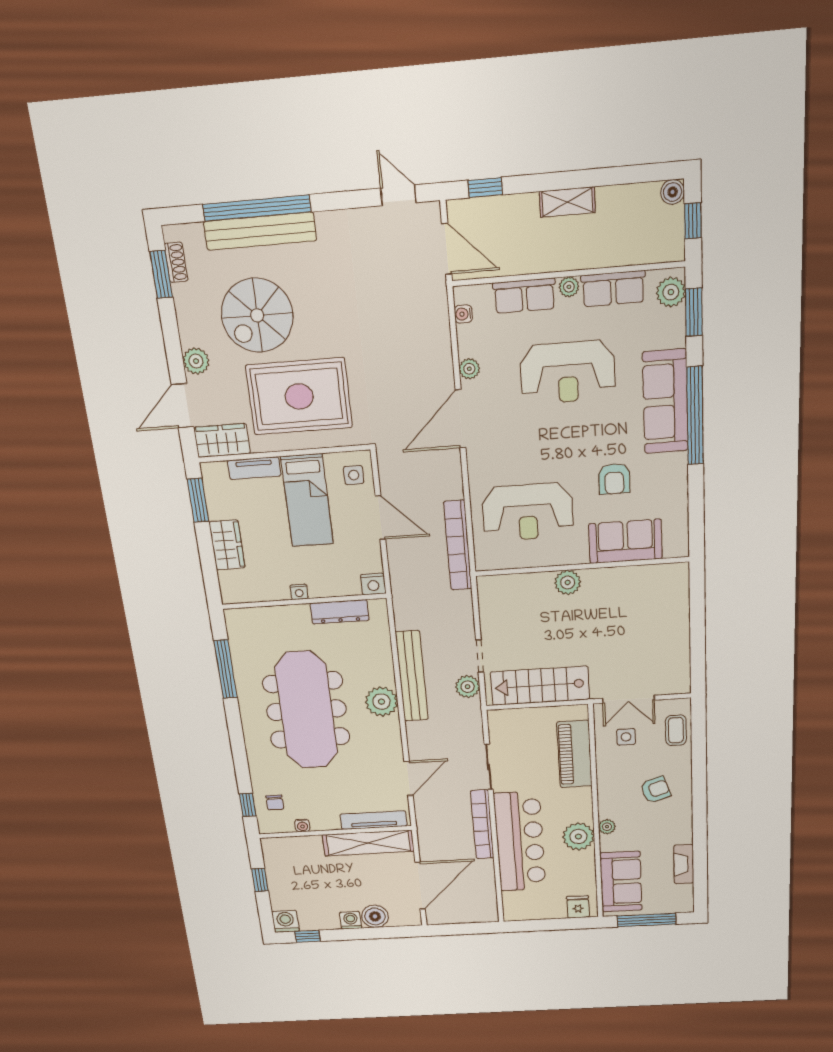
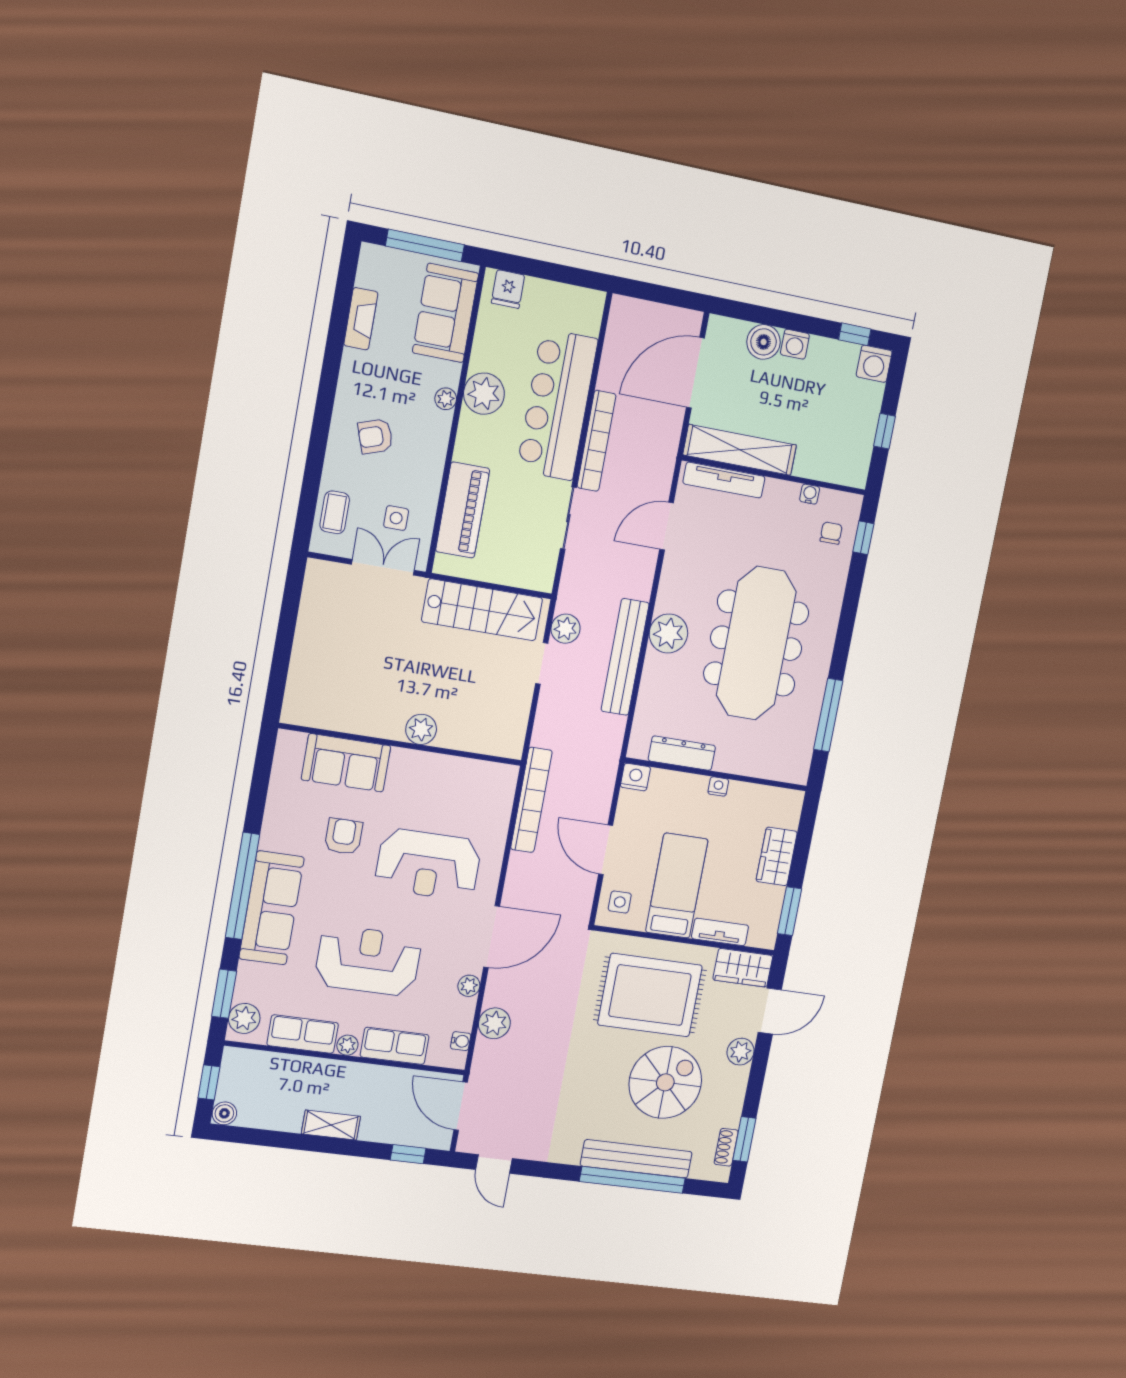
plant: (436, 338) -> (494, 1023), added
reception desk: (528, 512) -> (428, 864), moved, turned 180

